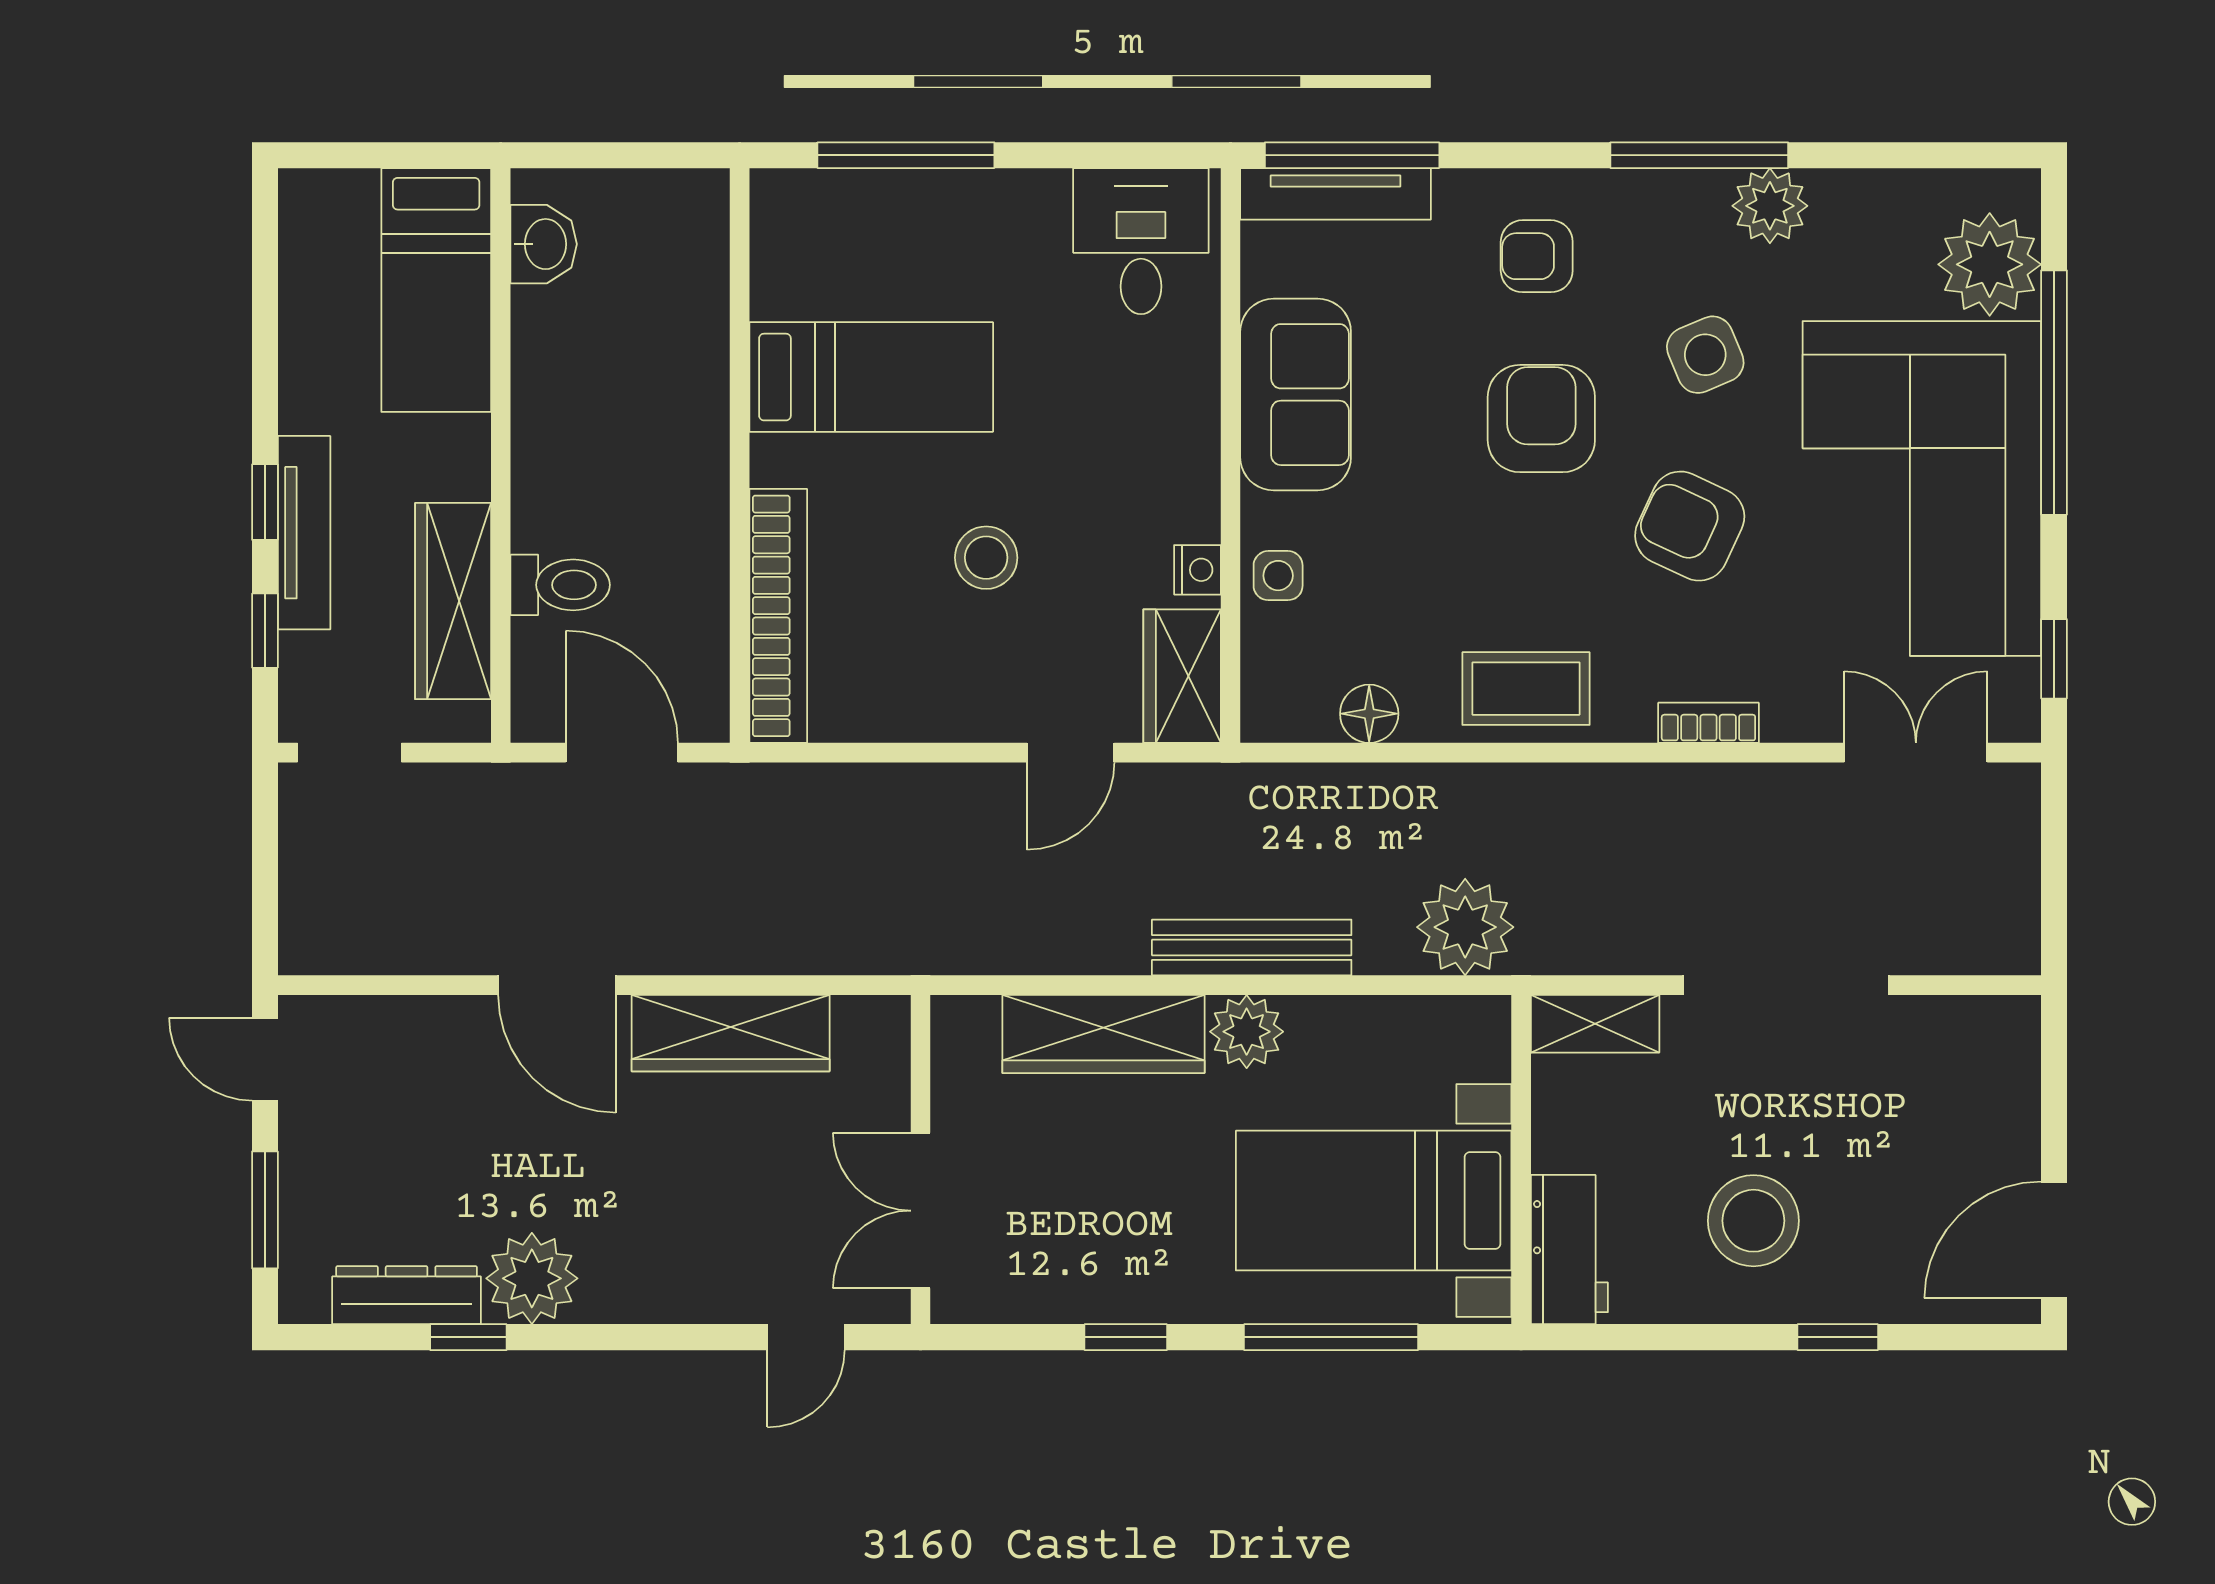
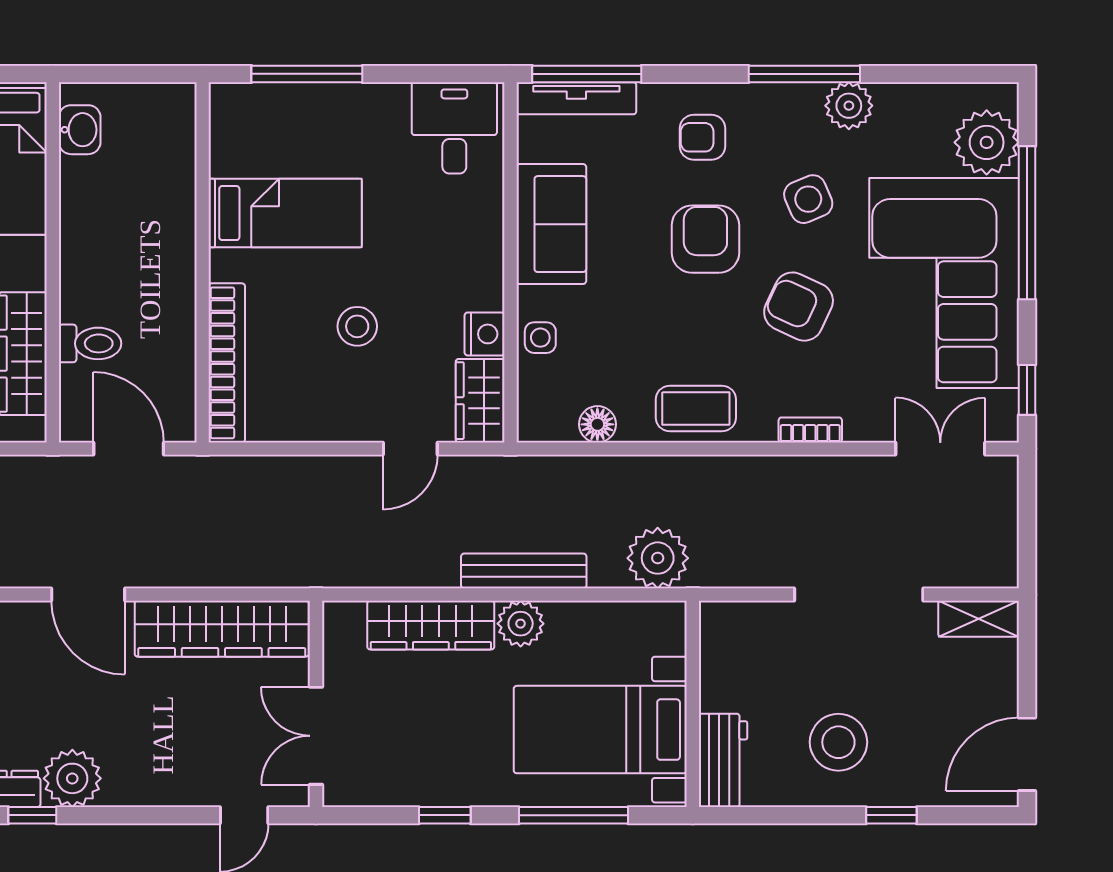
nightstand: (1197, 570) -> (485, 334), width x1.39, depth x1.35
shelving: (1595, 1024) -> (979, 619), moved
wardrobe: (731, 1033) -> (222, 629), width x1.40, depth x1.17

